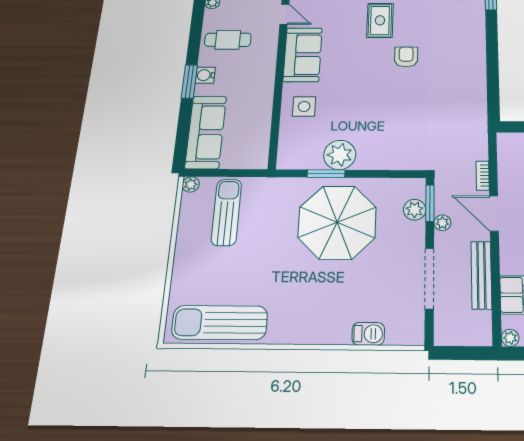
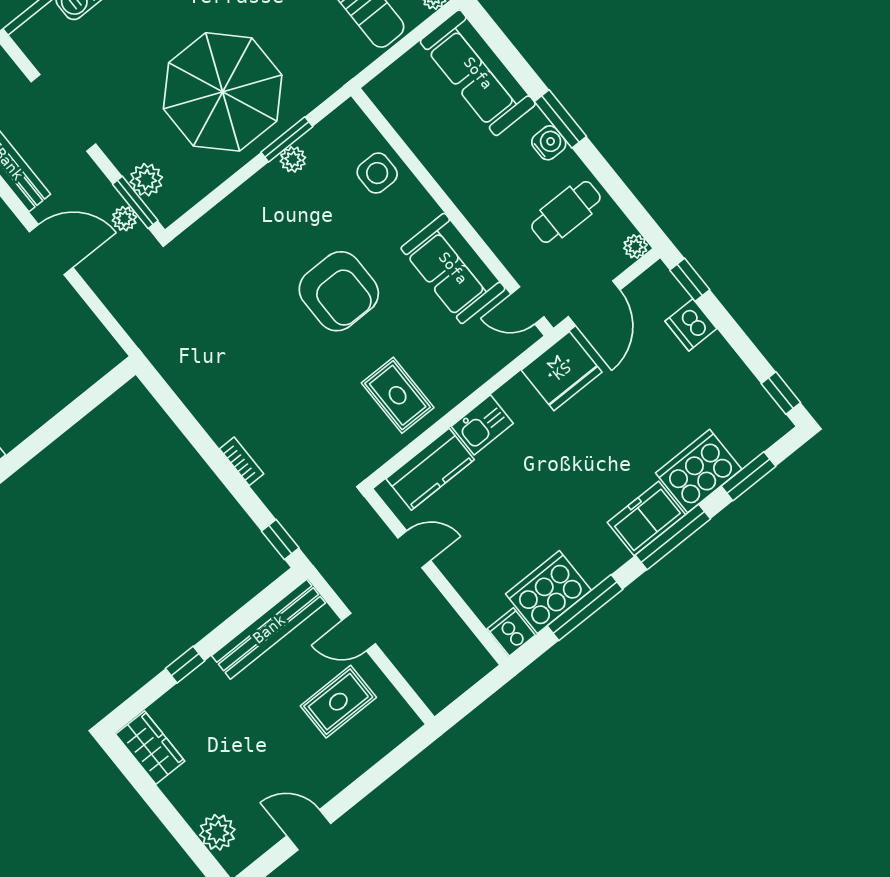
armchair: (406, 57) -> (339, 291), moved, width x1.88, depth x1.88
side table: (304, 106) -> (377, 173), moved
plant: (340, 155) -> (293, 159), width x0.53, depth x0.53
bookcase: (483, 176) -> (242, 461), moved
plant: (442, 223) -> (124, 219), moved

